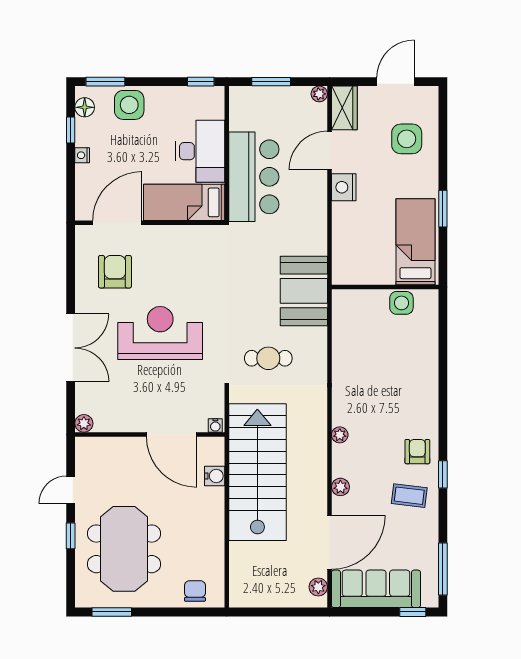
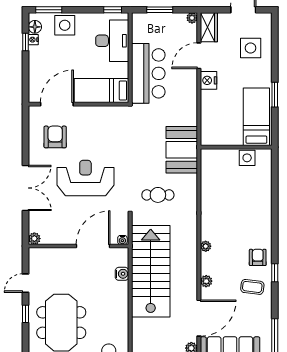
desk: (200, 151) -> (112, 41), moved
nightstand: (82, 155) -> (33, 40), moved
door: (172, 434) -> (93, 246), swing flipped

